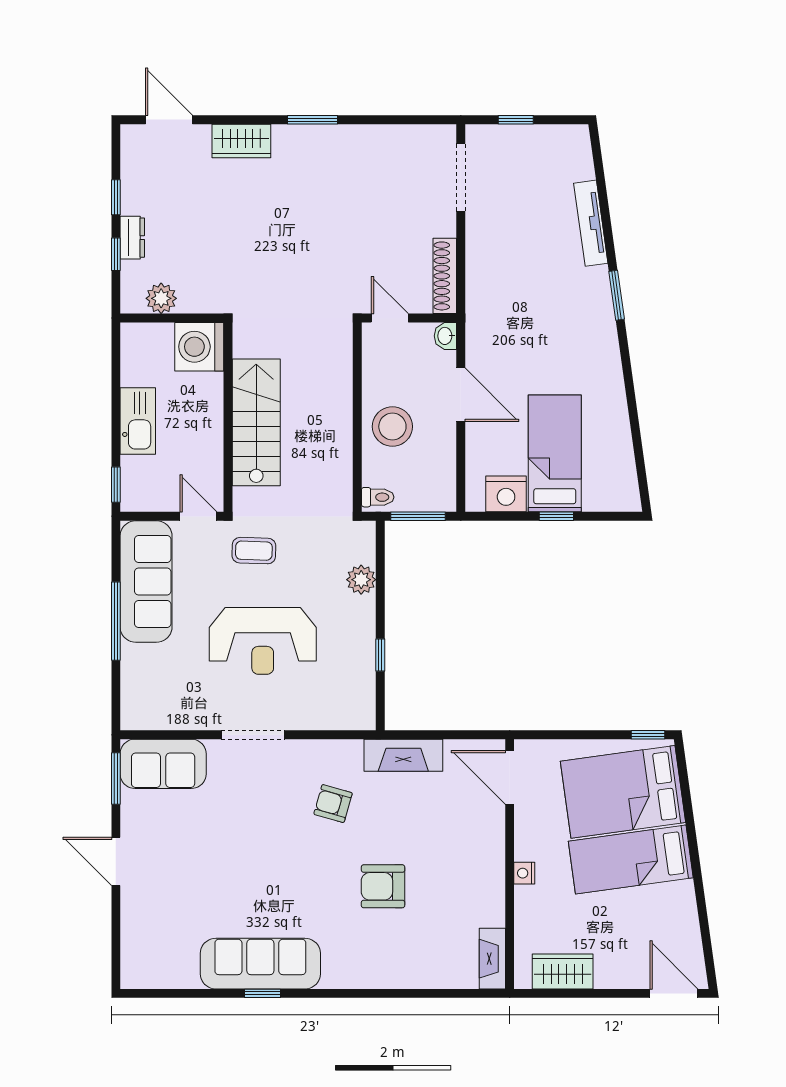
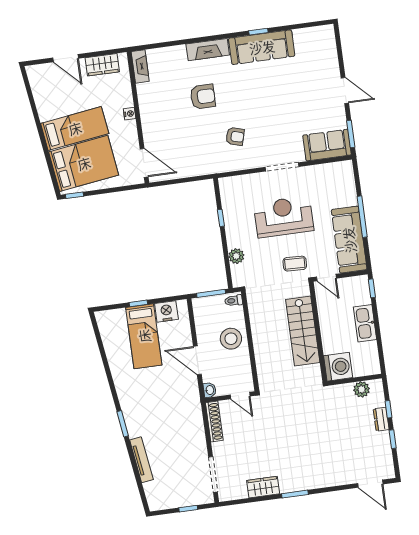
wardrobe: (241, 141) -> (263, 487), moved
fireplace: (403, 755) -> (208, 50), moved, turned 180
door: (674, 993) -> (66, 58), moved

